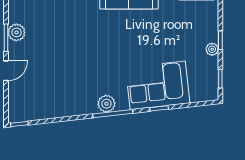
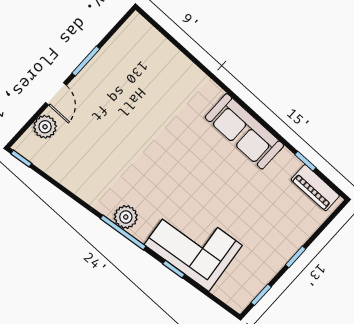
plant: (16, 32) -> (45, 127), moved
plant: (212, 49) -> (280, 258), removed
door: (6, 71) -> (56, 94), hinge flipped

